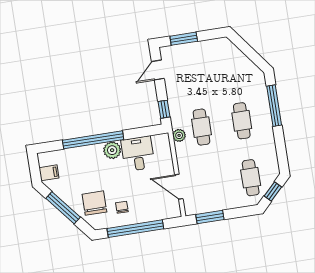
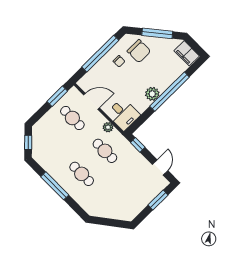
window: (274, 106) -> (55, 186), moved
plant: (179, 135) -> (108, 127), moved
desk: (138, 154) -> (123, 114), moved
filing cabinet: (49, 173) -> (187, 53), width x2.00
cafe table: (251, 178) -> (72, 118), moved

